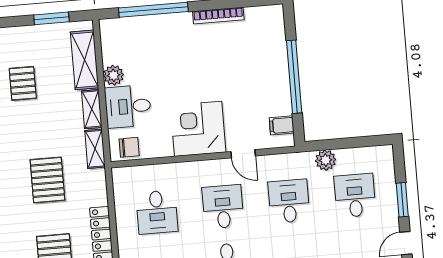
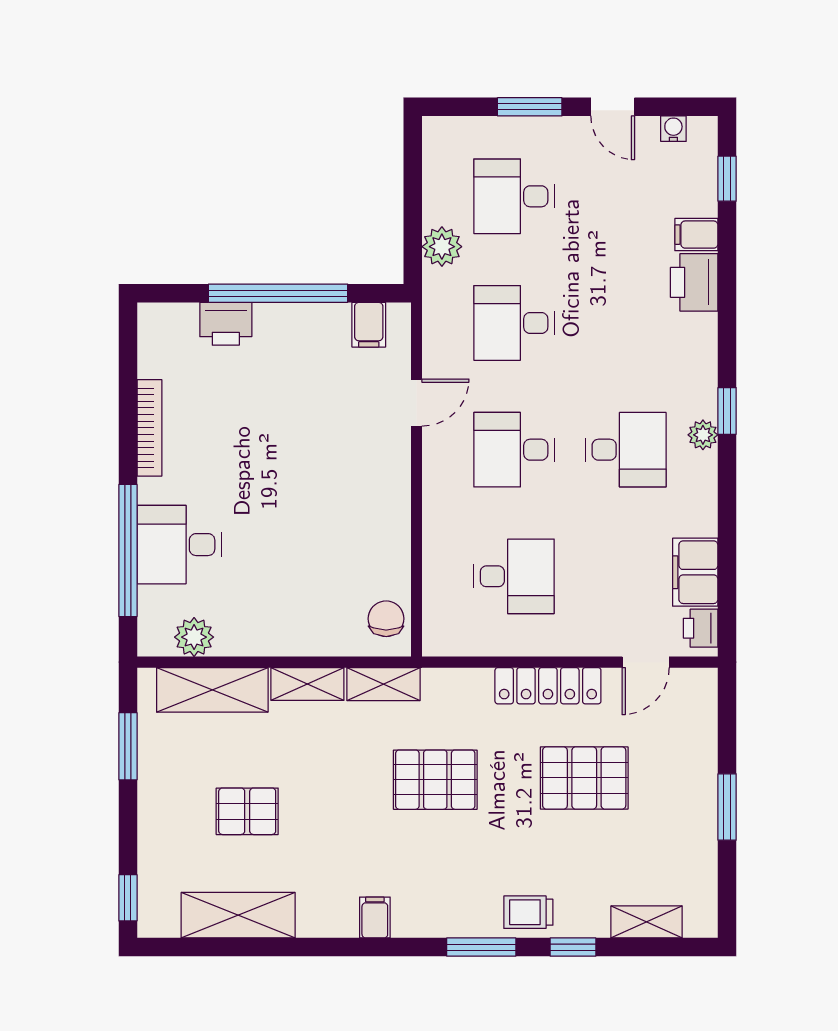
printer: (276, 51) -> (226, 324), added
plant: (114, 75) -> (194, 637), moved
desk: (128, 106) -> (179, 545), moved, turned 90
corner desk: (198, 129) -> (362, 485), removed

